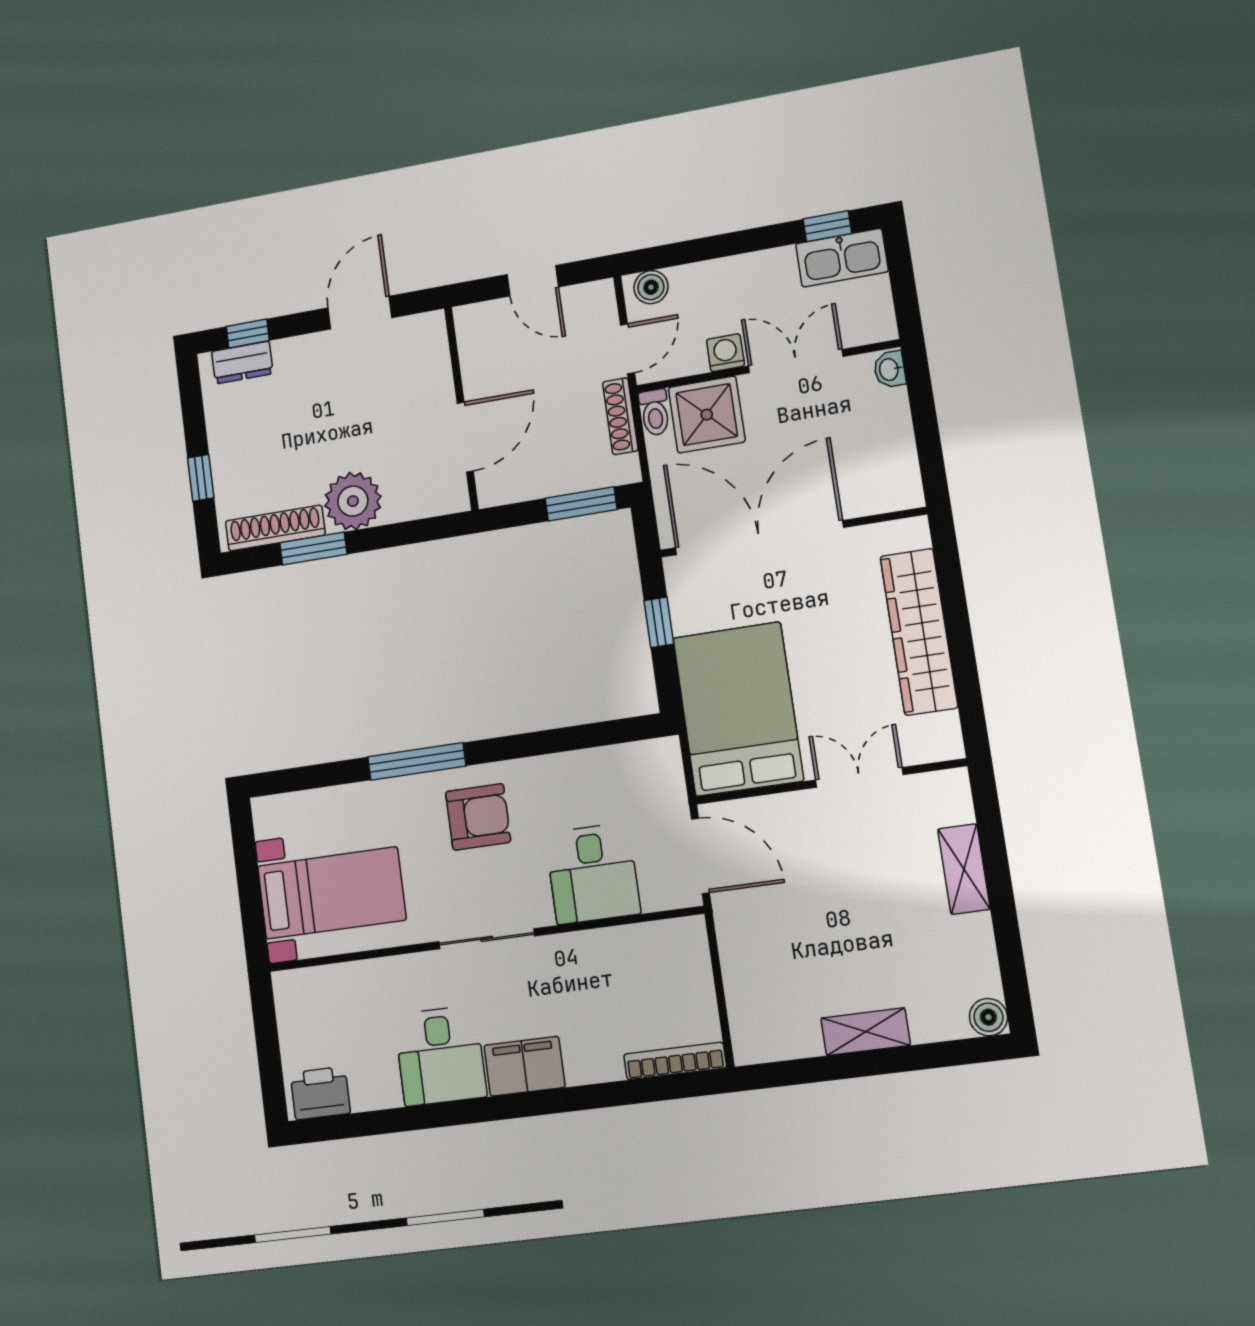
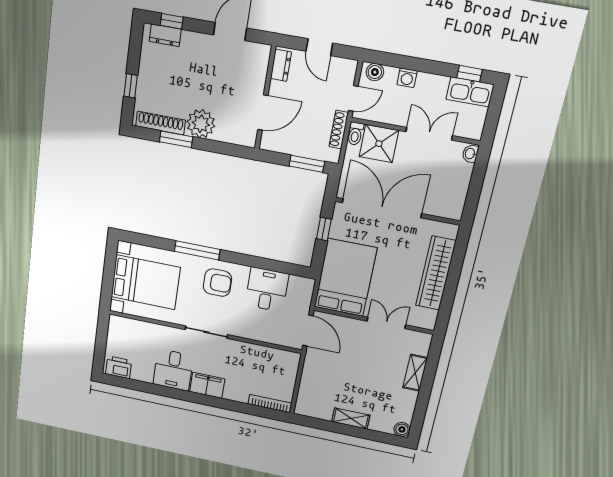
dresser: (472, 338) -> (281, 65), added
washing machine: (725, 353) -> (407, 78), moved, turned 180
desk: (593, 874) -> (267, 290), moved, turned 180
bed with nightstands: (332, 893) -> (146, 282), width x1.36

